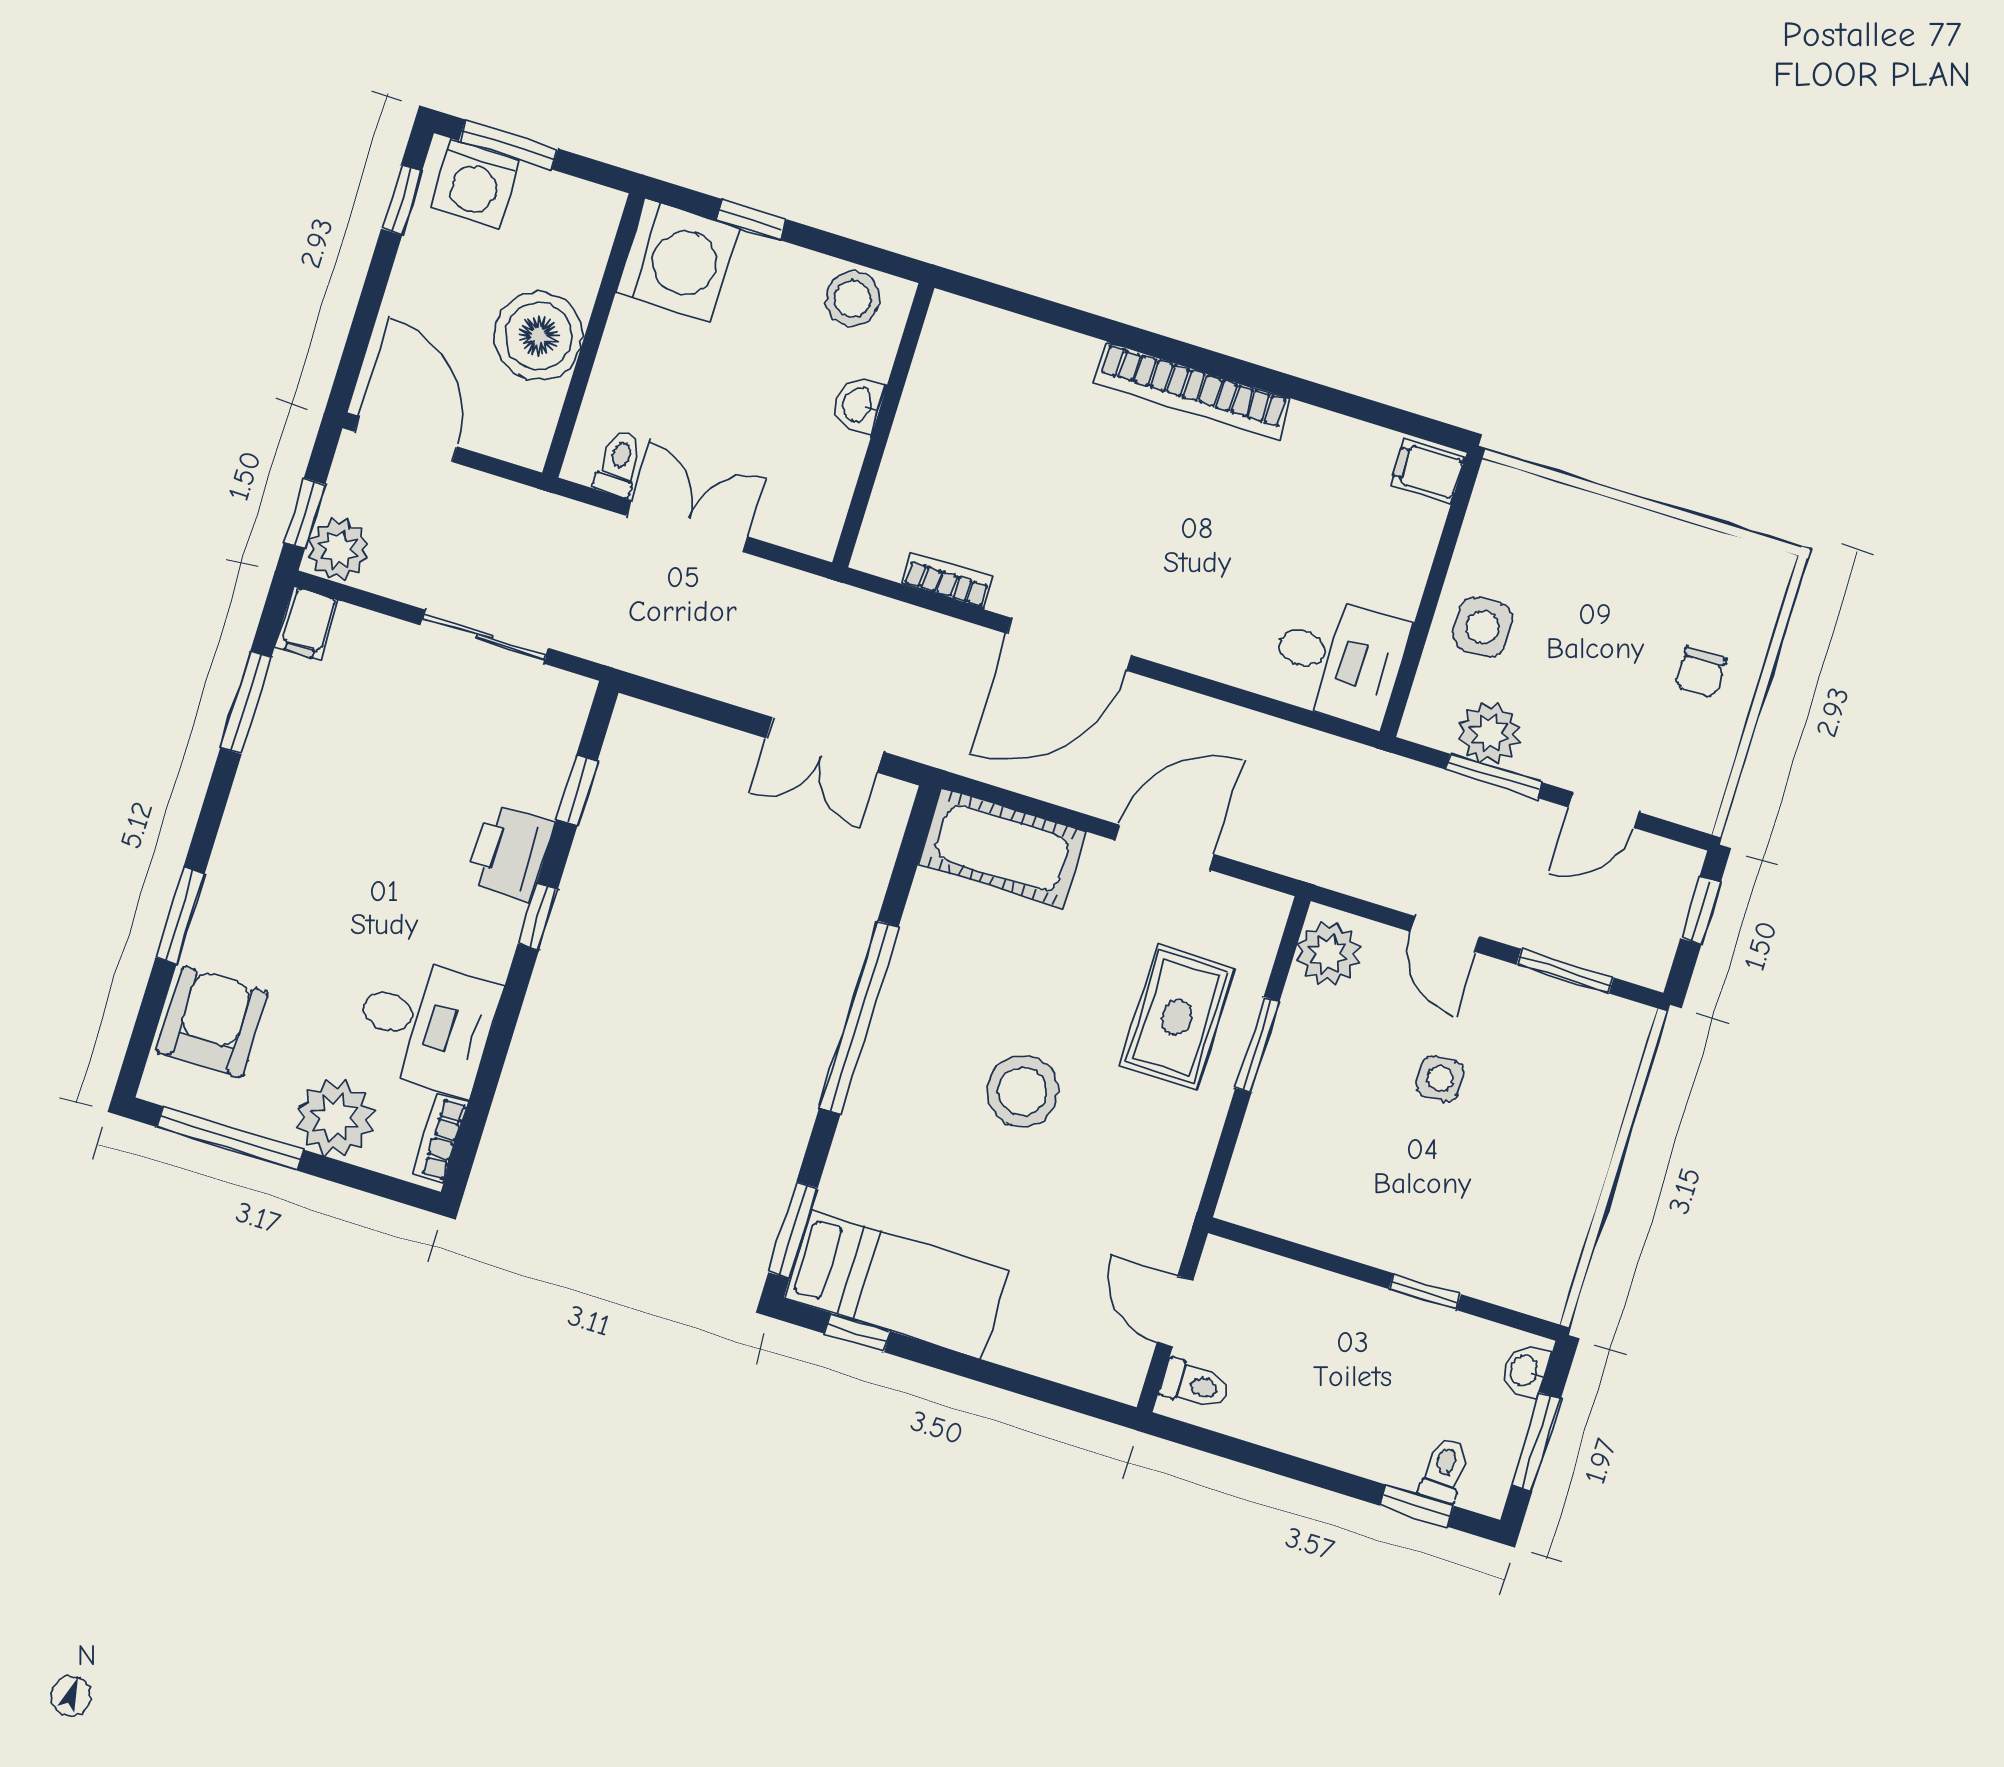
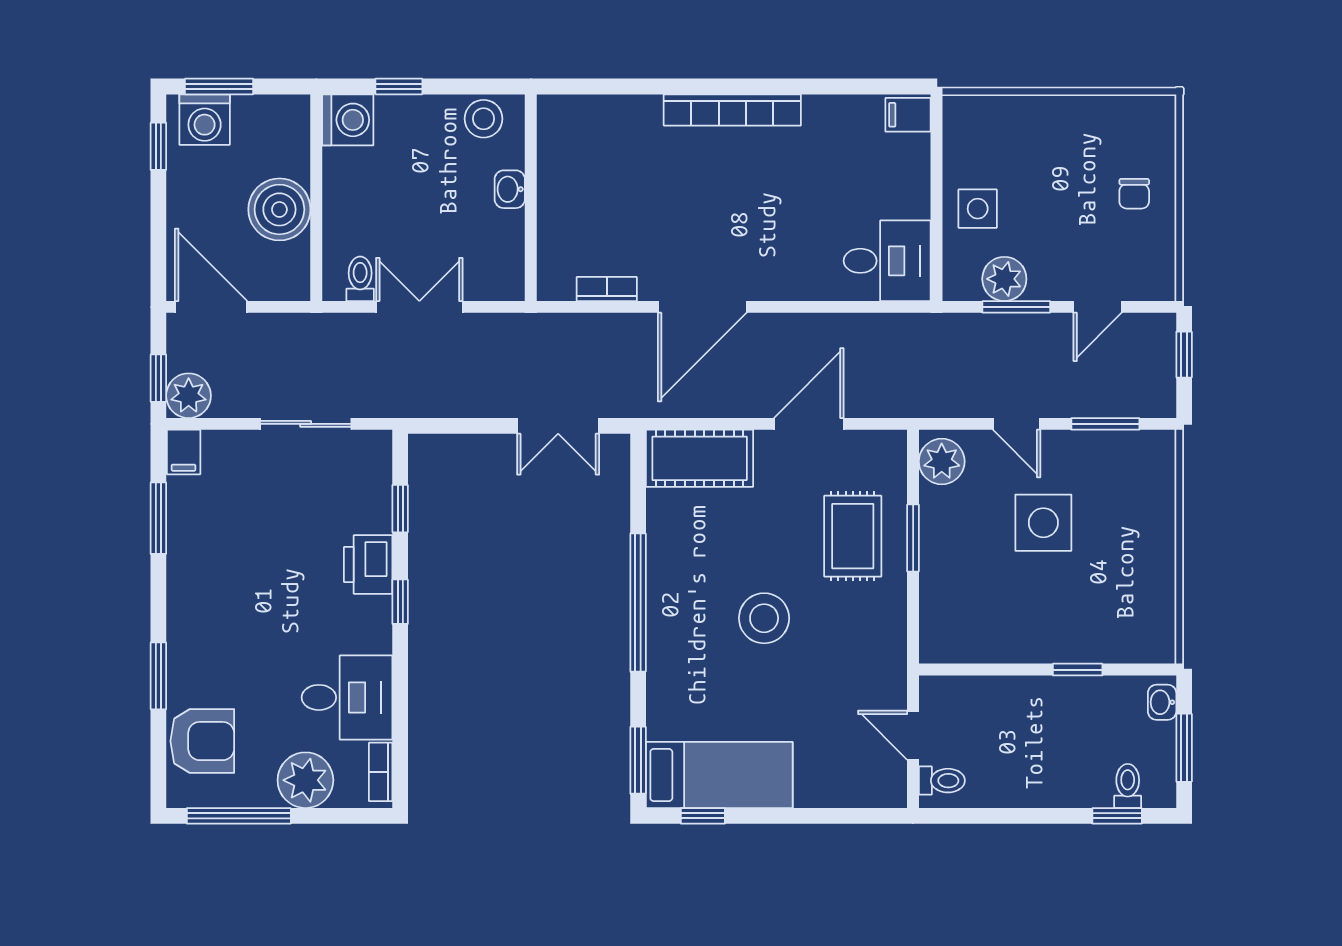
washing machine: (677, 260) -> (348, 120), width x0.73, depth x0.73
armchair: (212, 1022) -> (202, 741), turned 90
side table: (1440, 1079) -> (1043, 523), width x1.87, depth x1.87

